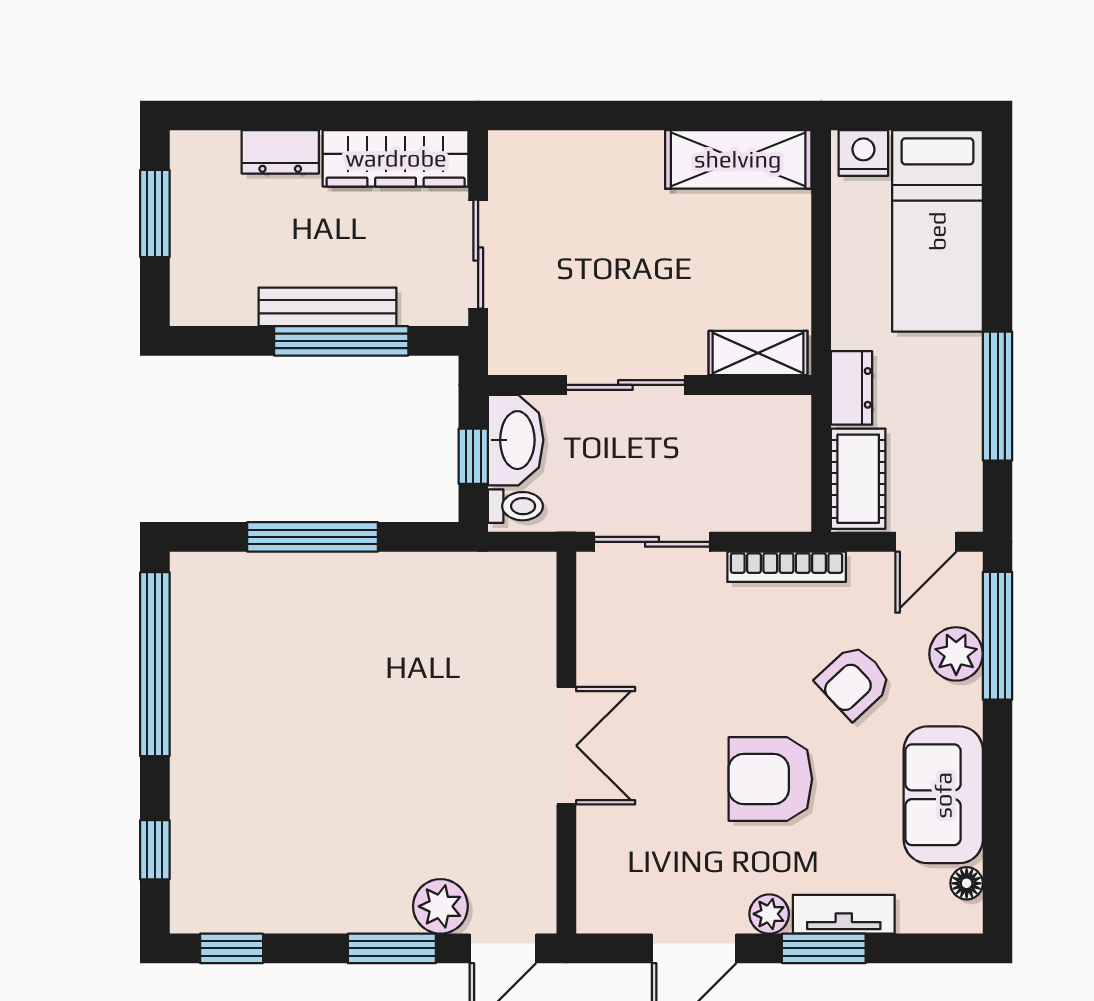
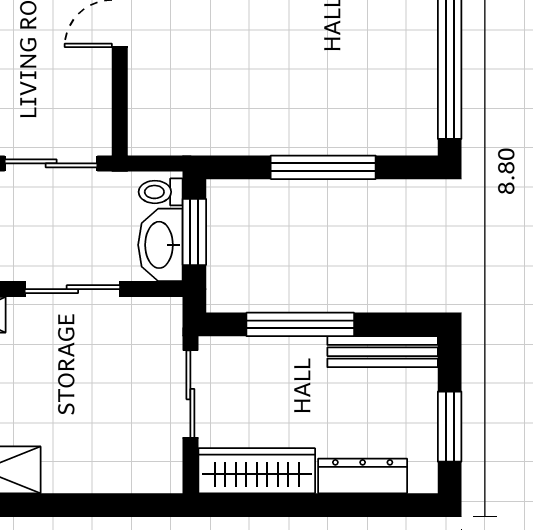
dresser: (280, 152) -> (363, 476), width x1.44
bench: (327, 307) -> (383, 352), moved
window: (473, 456) -> (194, 232), width x1.50

